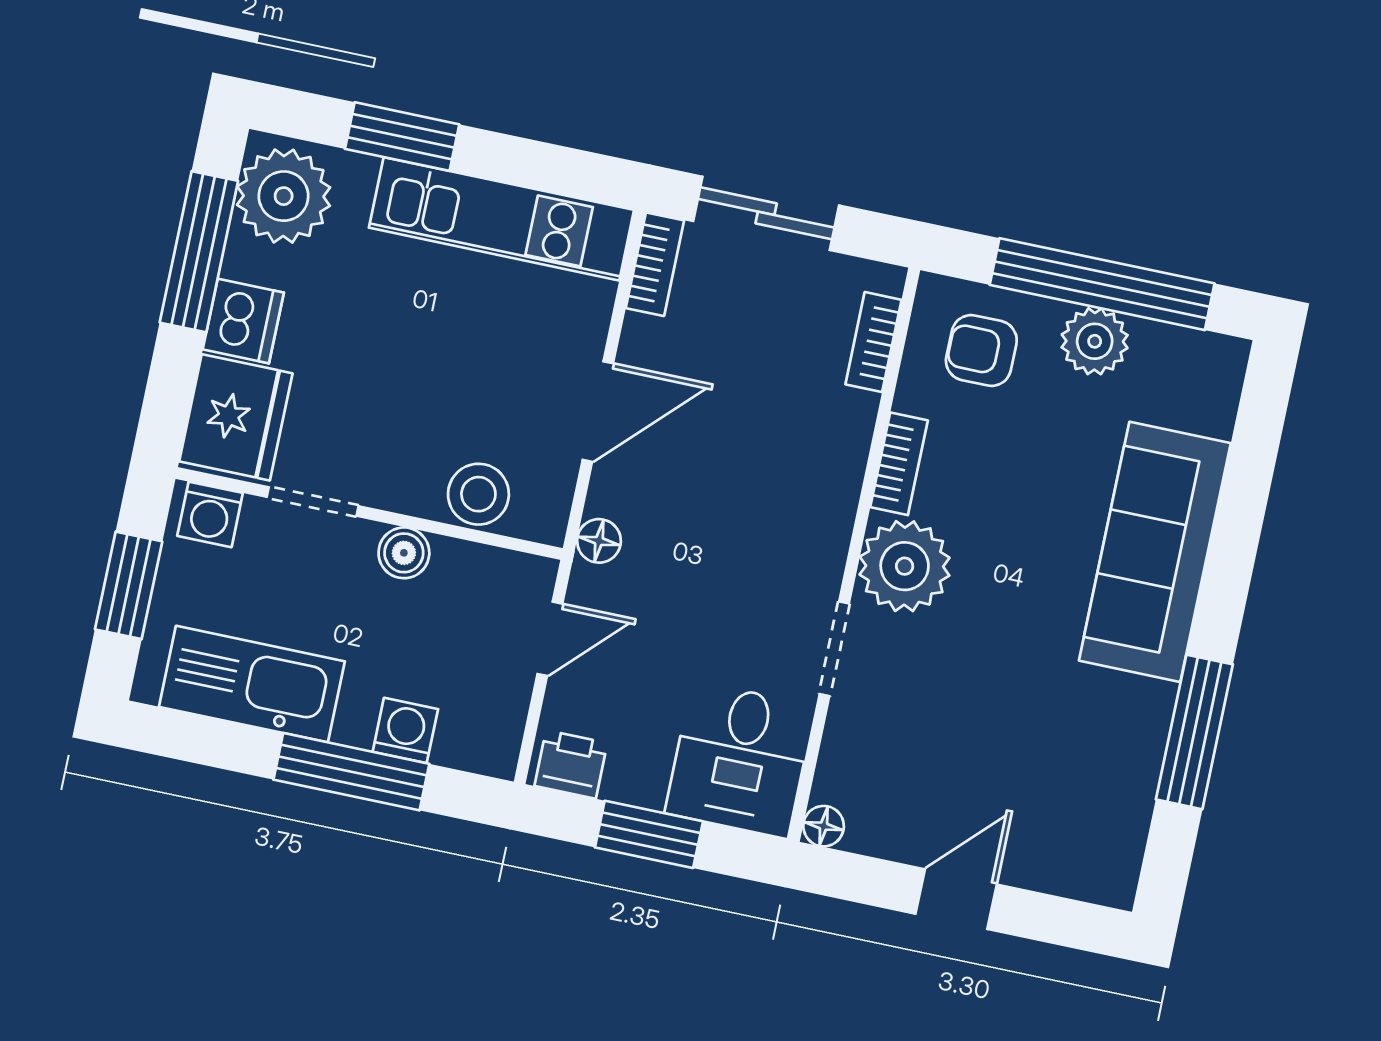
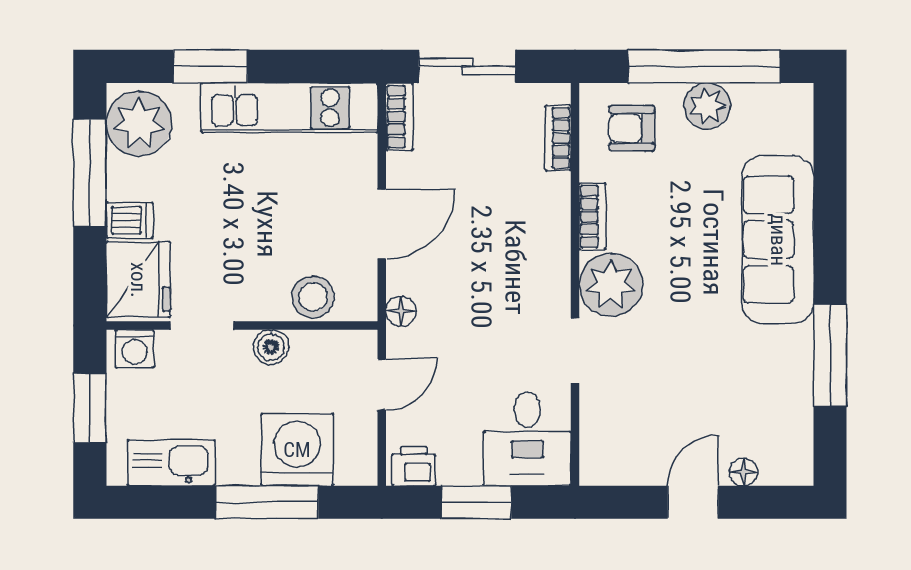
dishwasher: (243, 321) -> (130, 220), width x0.73
kitchen sink: (252, 684) -> (171, 463), width x0.73, depth x0.81
washing machine: (405, 730) -> (297, 450), width x1.89, depth x1.89
floor lamp: (824, 826) -> (744, 472), moved

